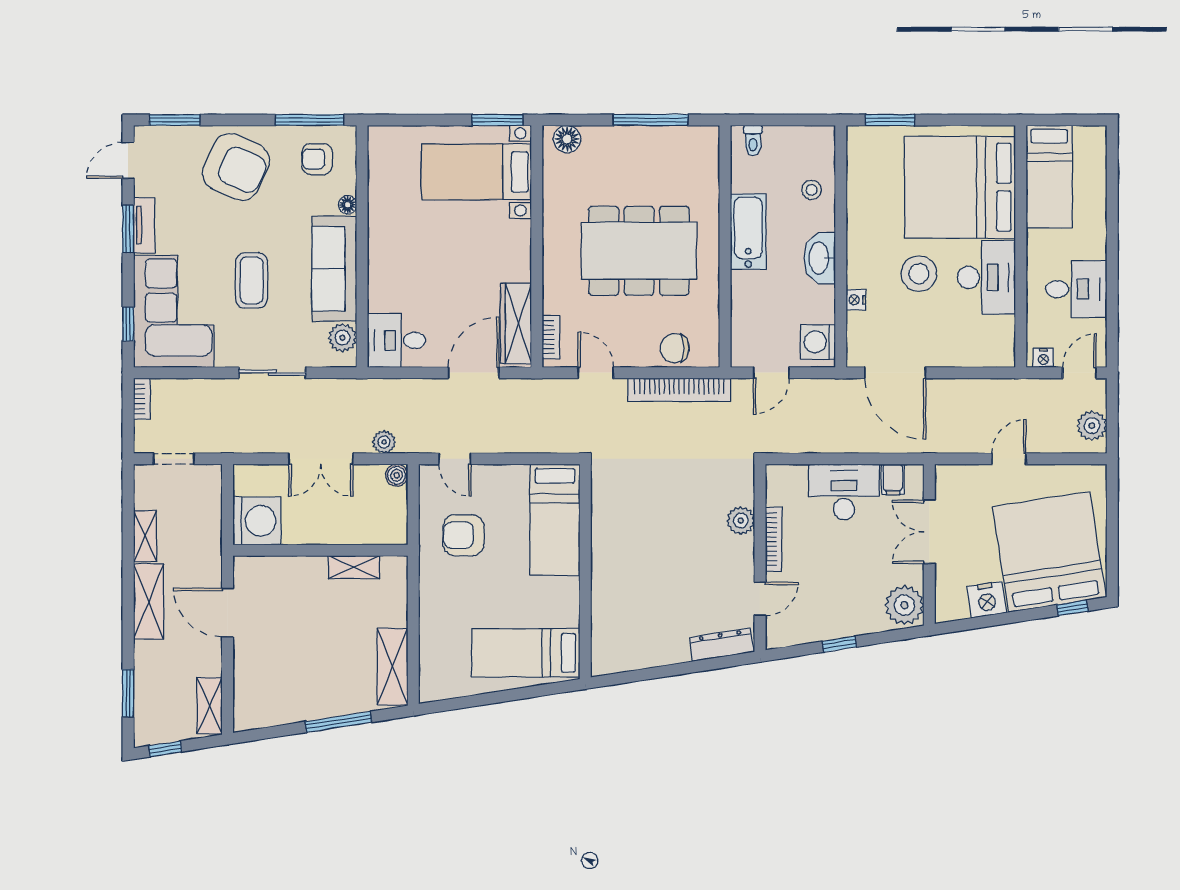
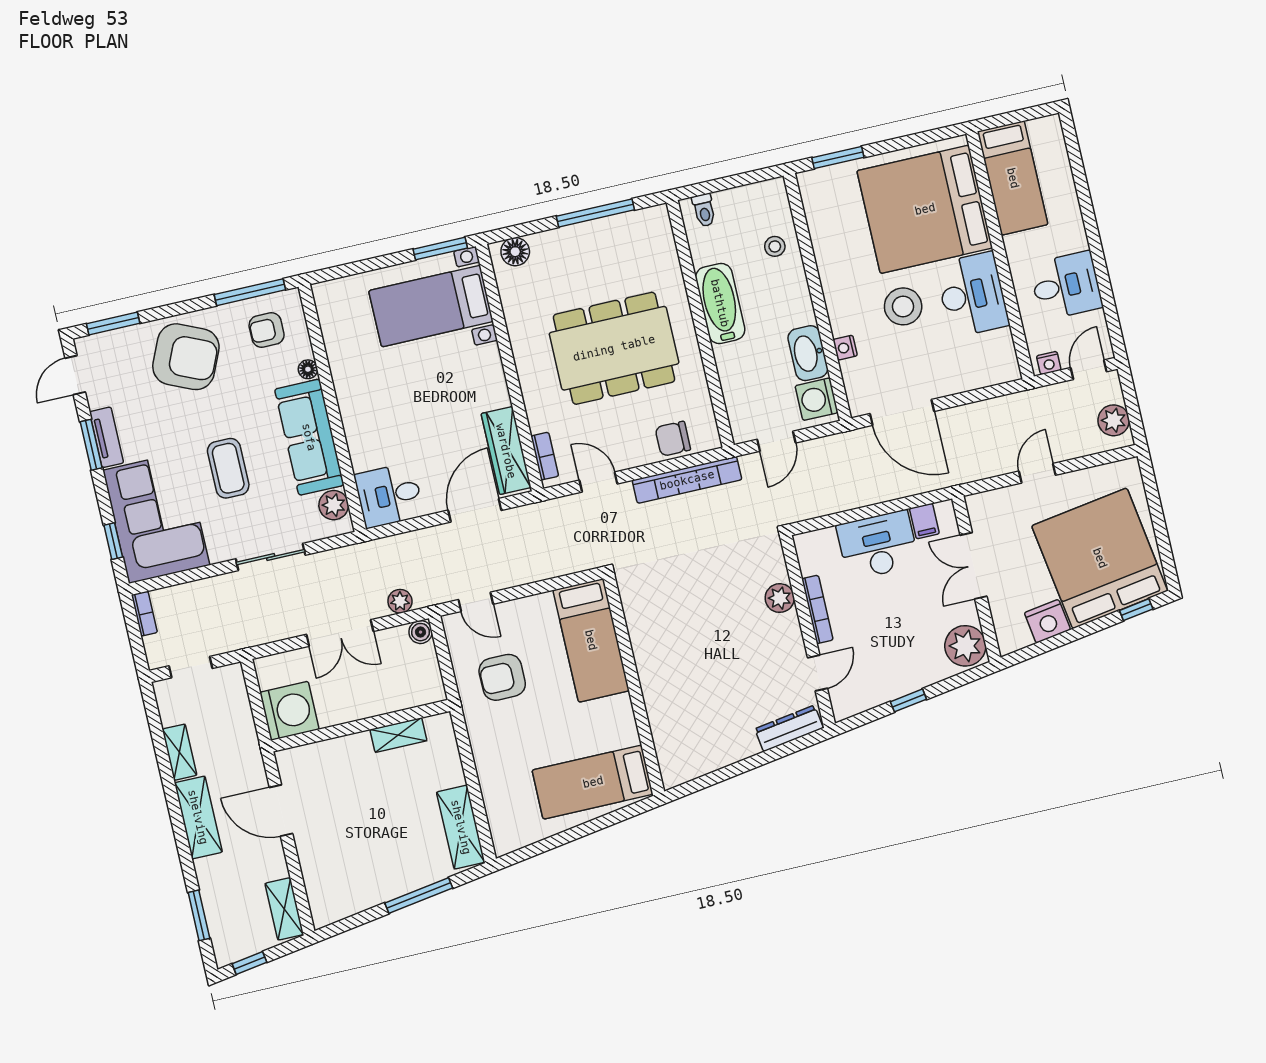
washbasin: (820, 258) -> (808, 353), moved

